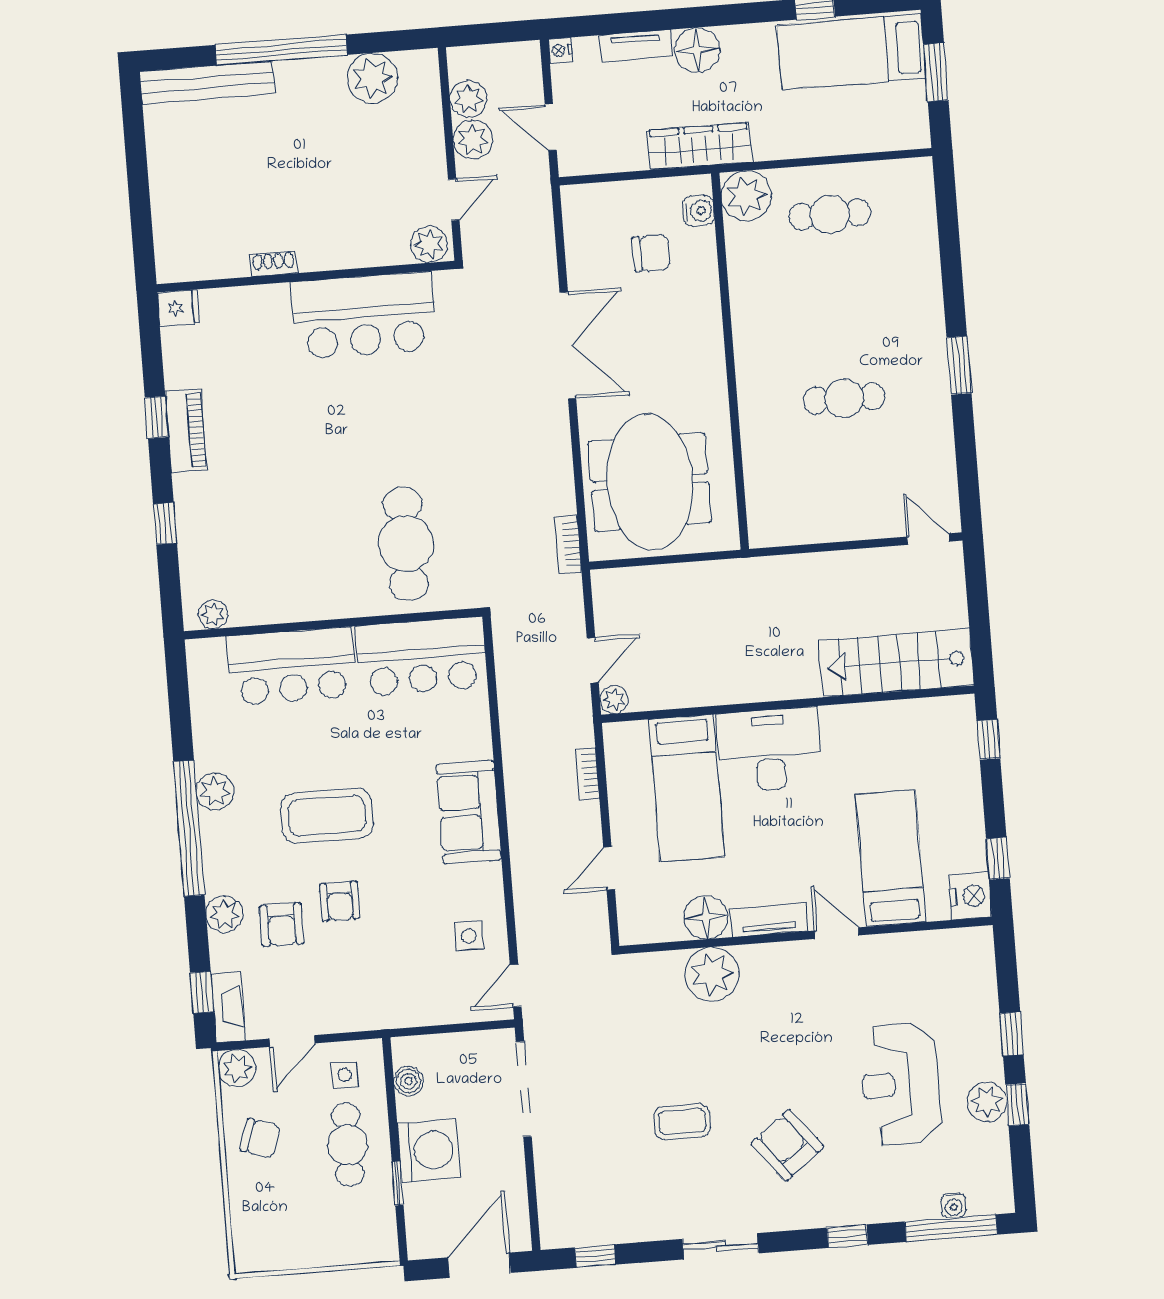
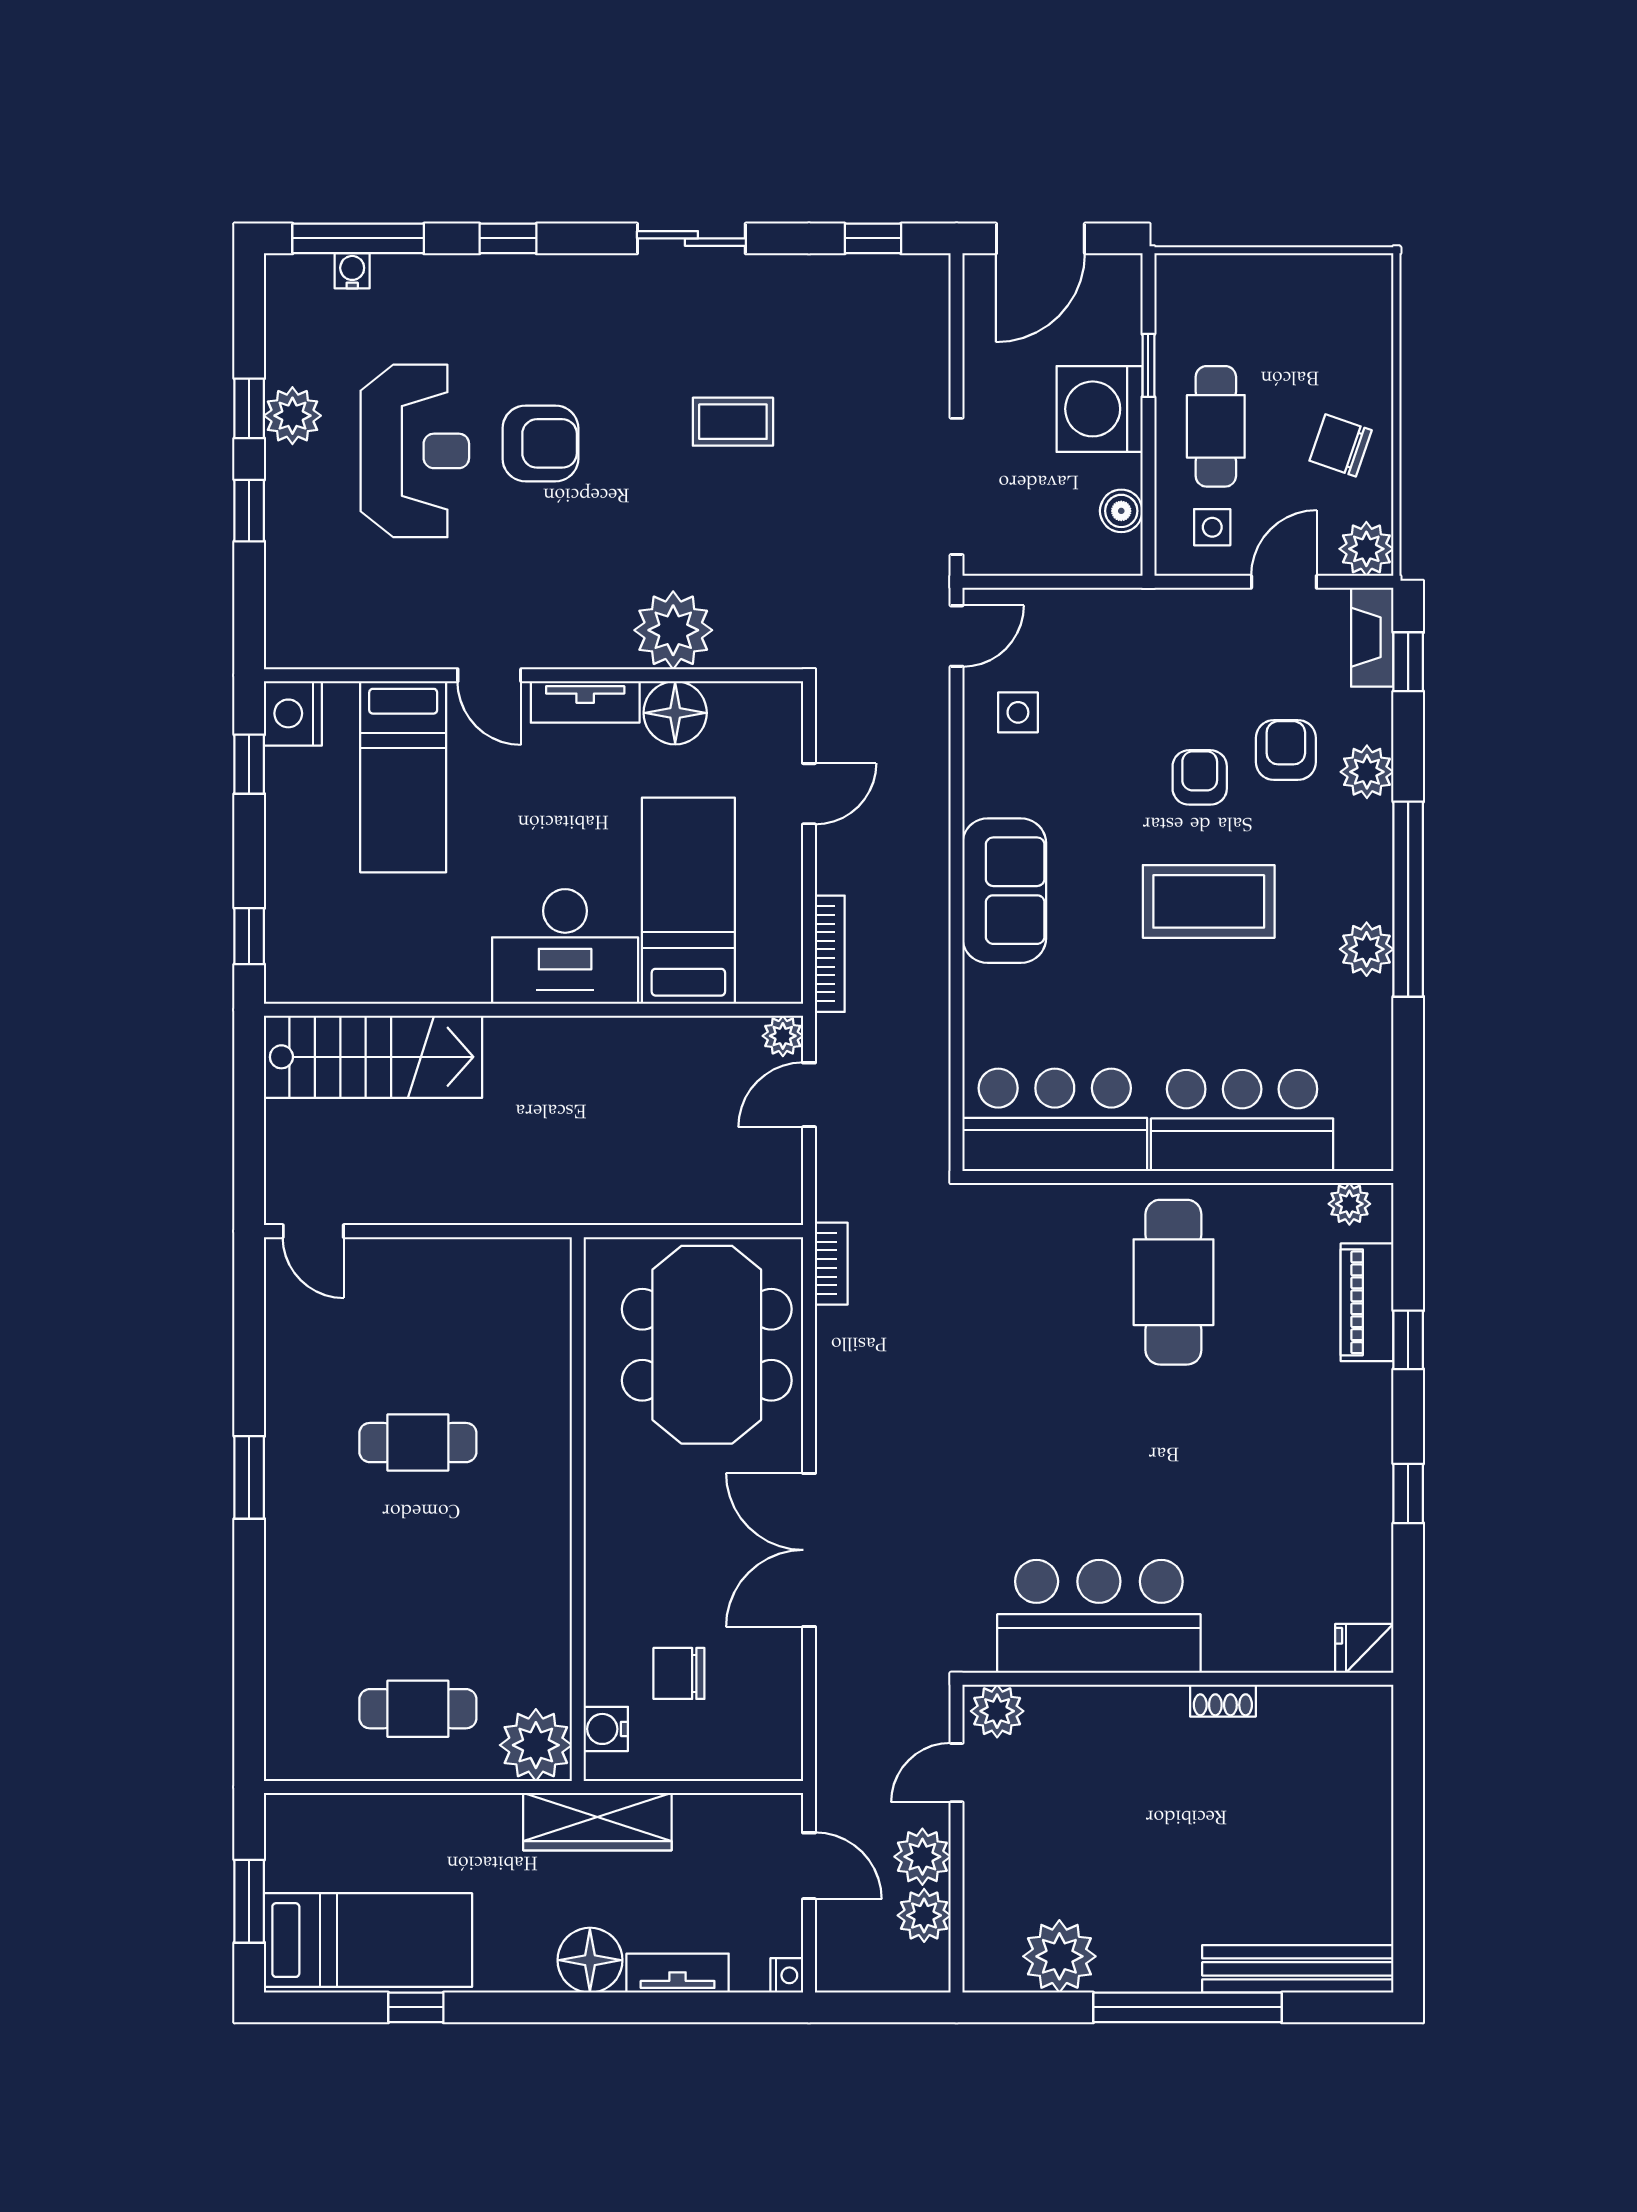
piano: (186, 431) -> (1367, 1302), moved
cafe table: (406, 544) -> (1173, 1282), moved
bookcase: (587, 774) -> (830, 954), width x1.56
armchair: (787, 1145) -> (540, 443), moved, turned -52

